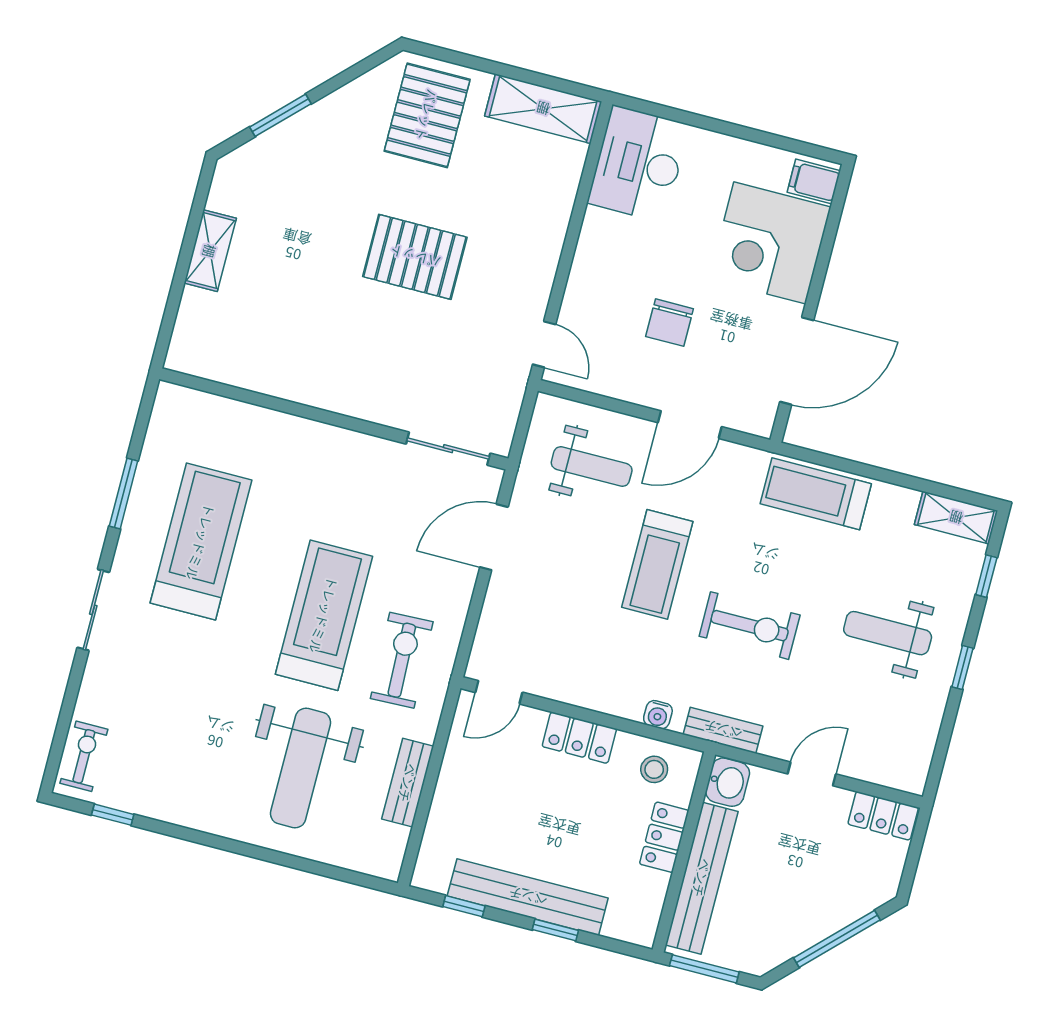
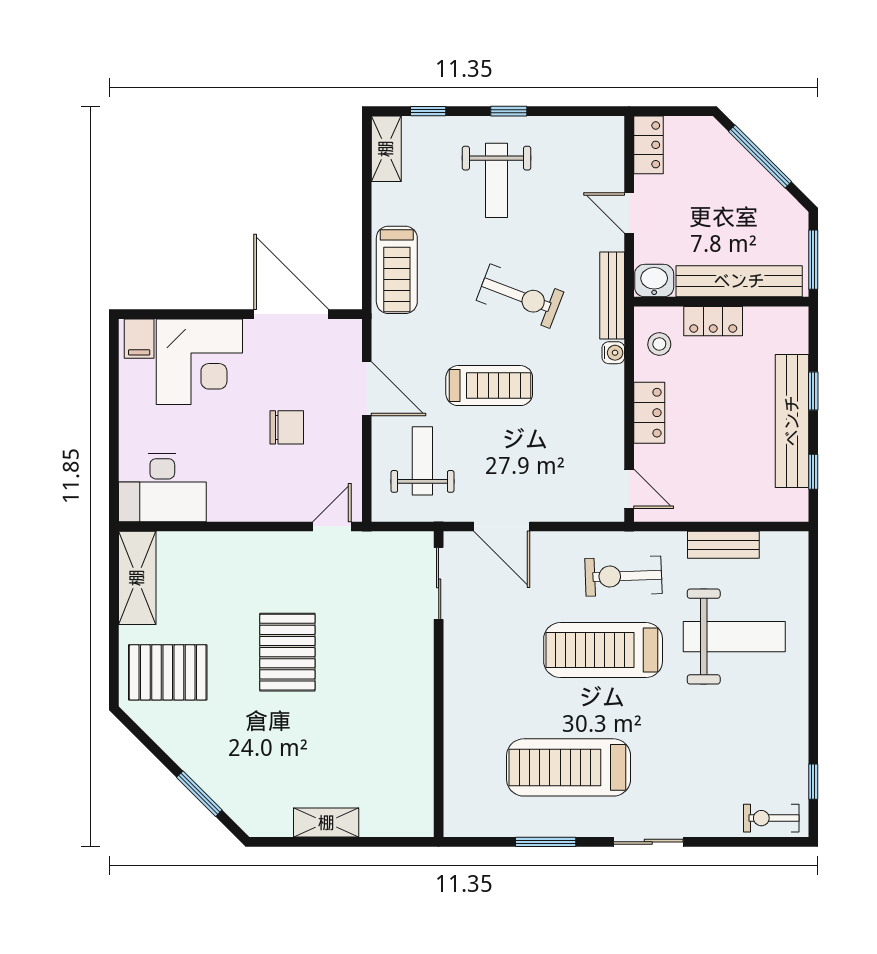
exercise bike: (750, 626) -> (520, 296), turned 111
bench: (723, 730) -> (612, 295), width x1.36

